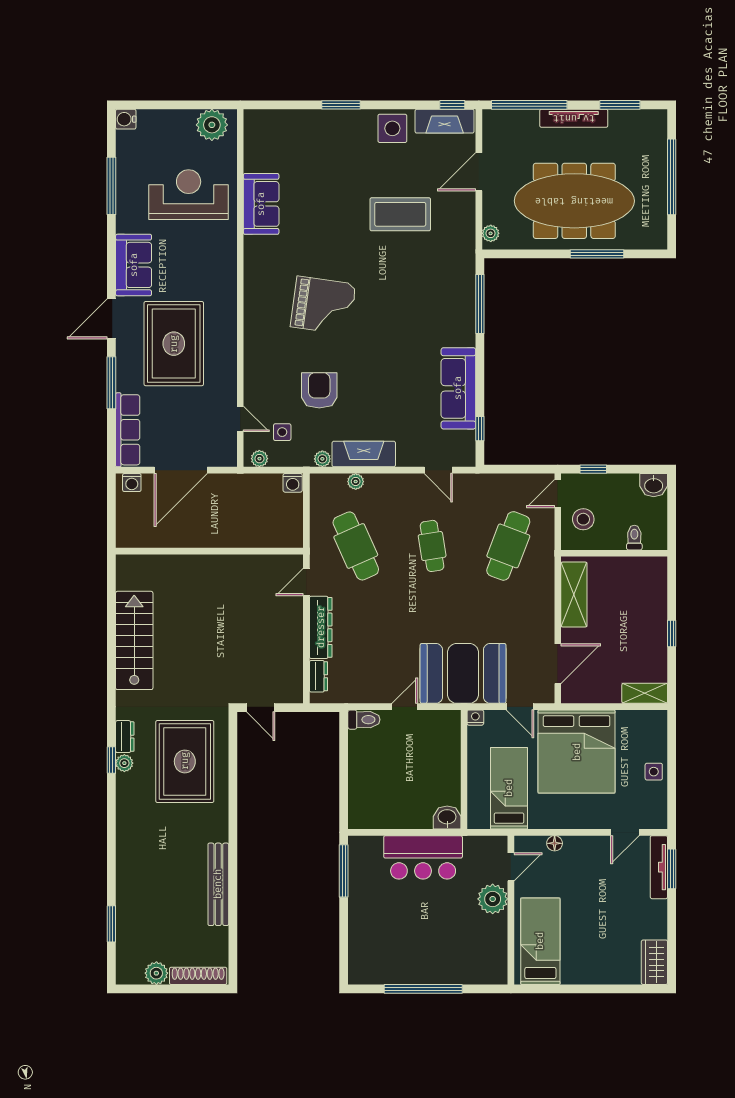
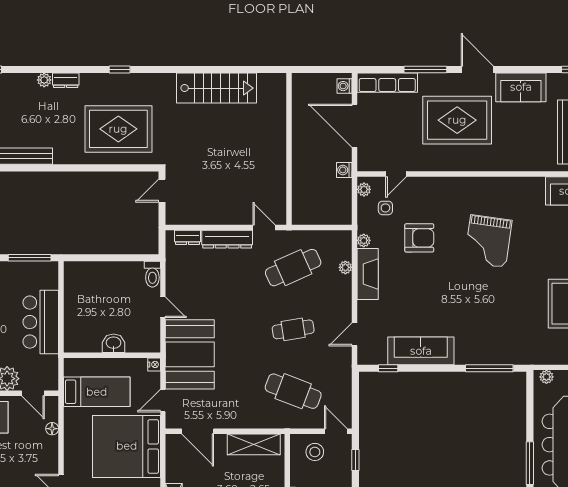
washing machine: (293, 483) -> (344, 170), moved
dresser: (125, 737) -> (66, 80), moved
plant: (124, 763) -> (44, 80), moved
washbasin: (447, 818) -> (114, 343), moved, turned -90

